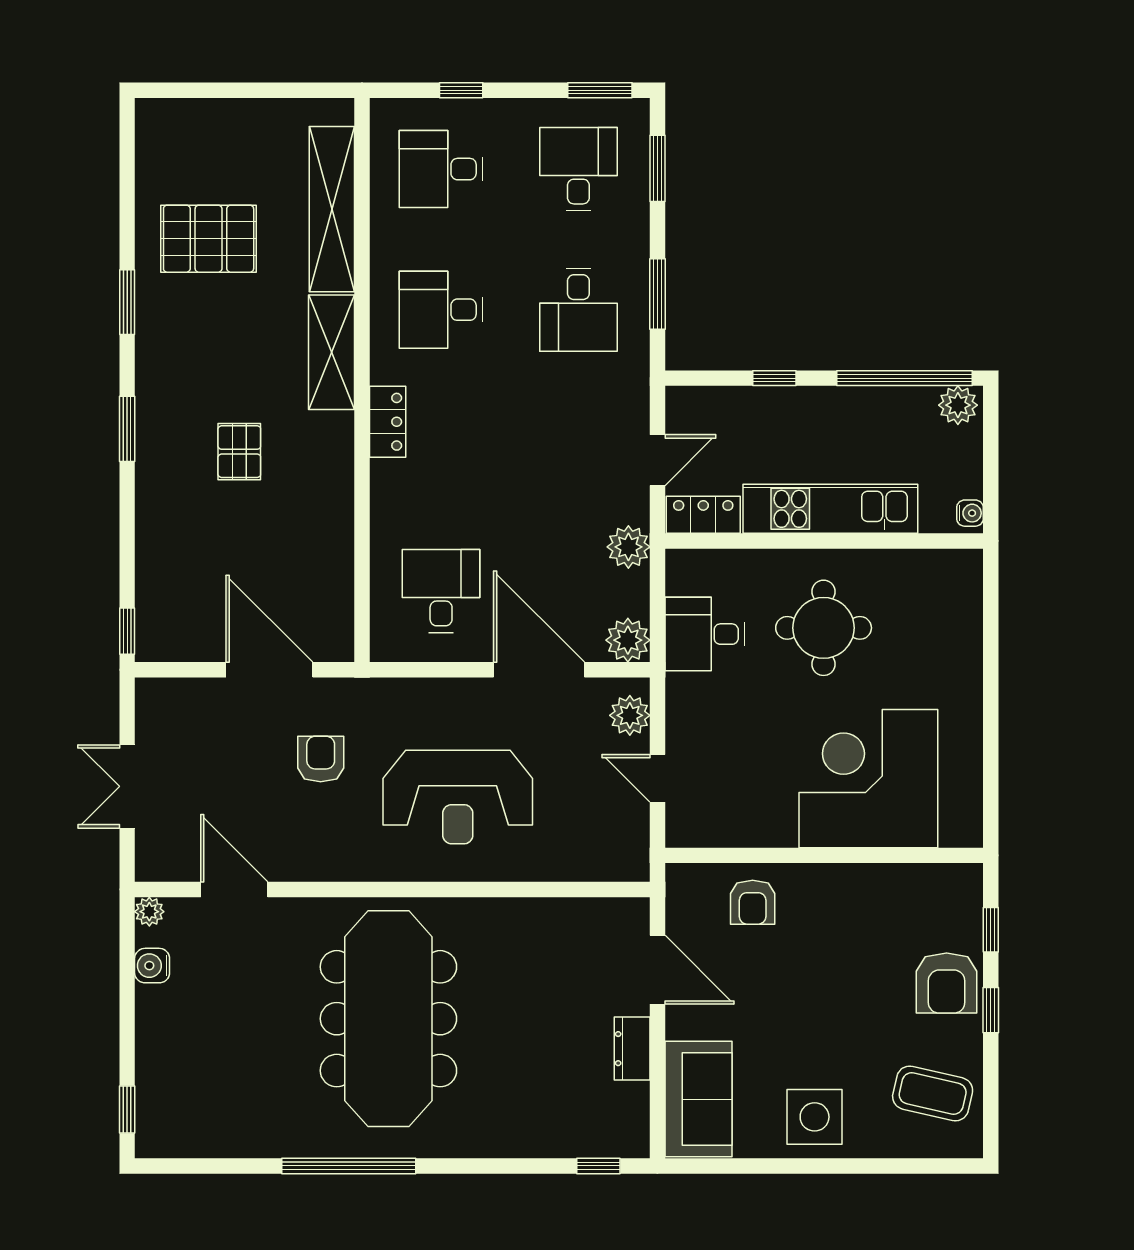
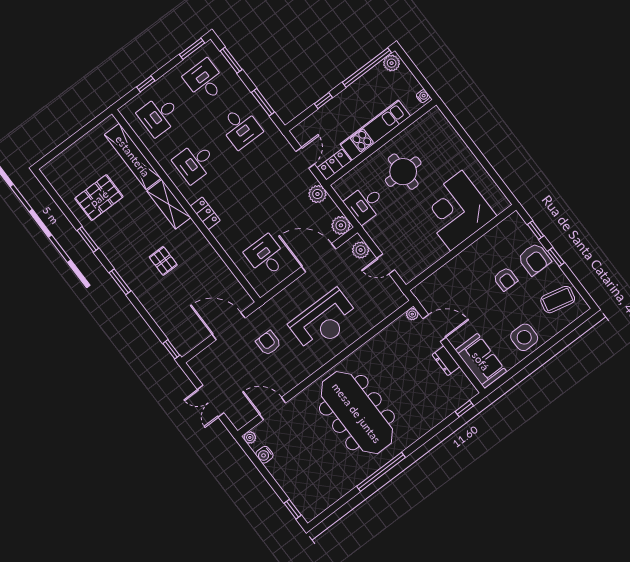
armchair: (753, 902) -> (506, 279), moved
plant: (635, 912) -> (412, 314), added

